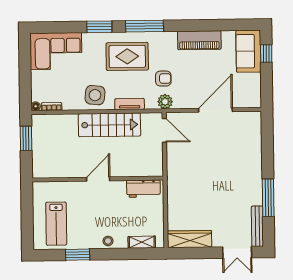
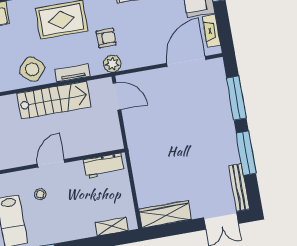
fireplace: (255, 87) -> (211, 31), added
side table: (95, 95) -> (32, 69), turned 36
door: (215, 110) -> (186, 61), moved
window: (267, 149) -> (236, 98), added
stool: (108, 241) -> (40, 194), moved

